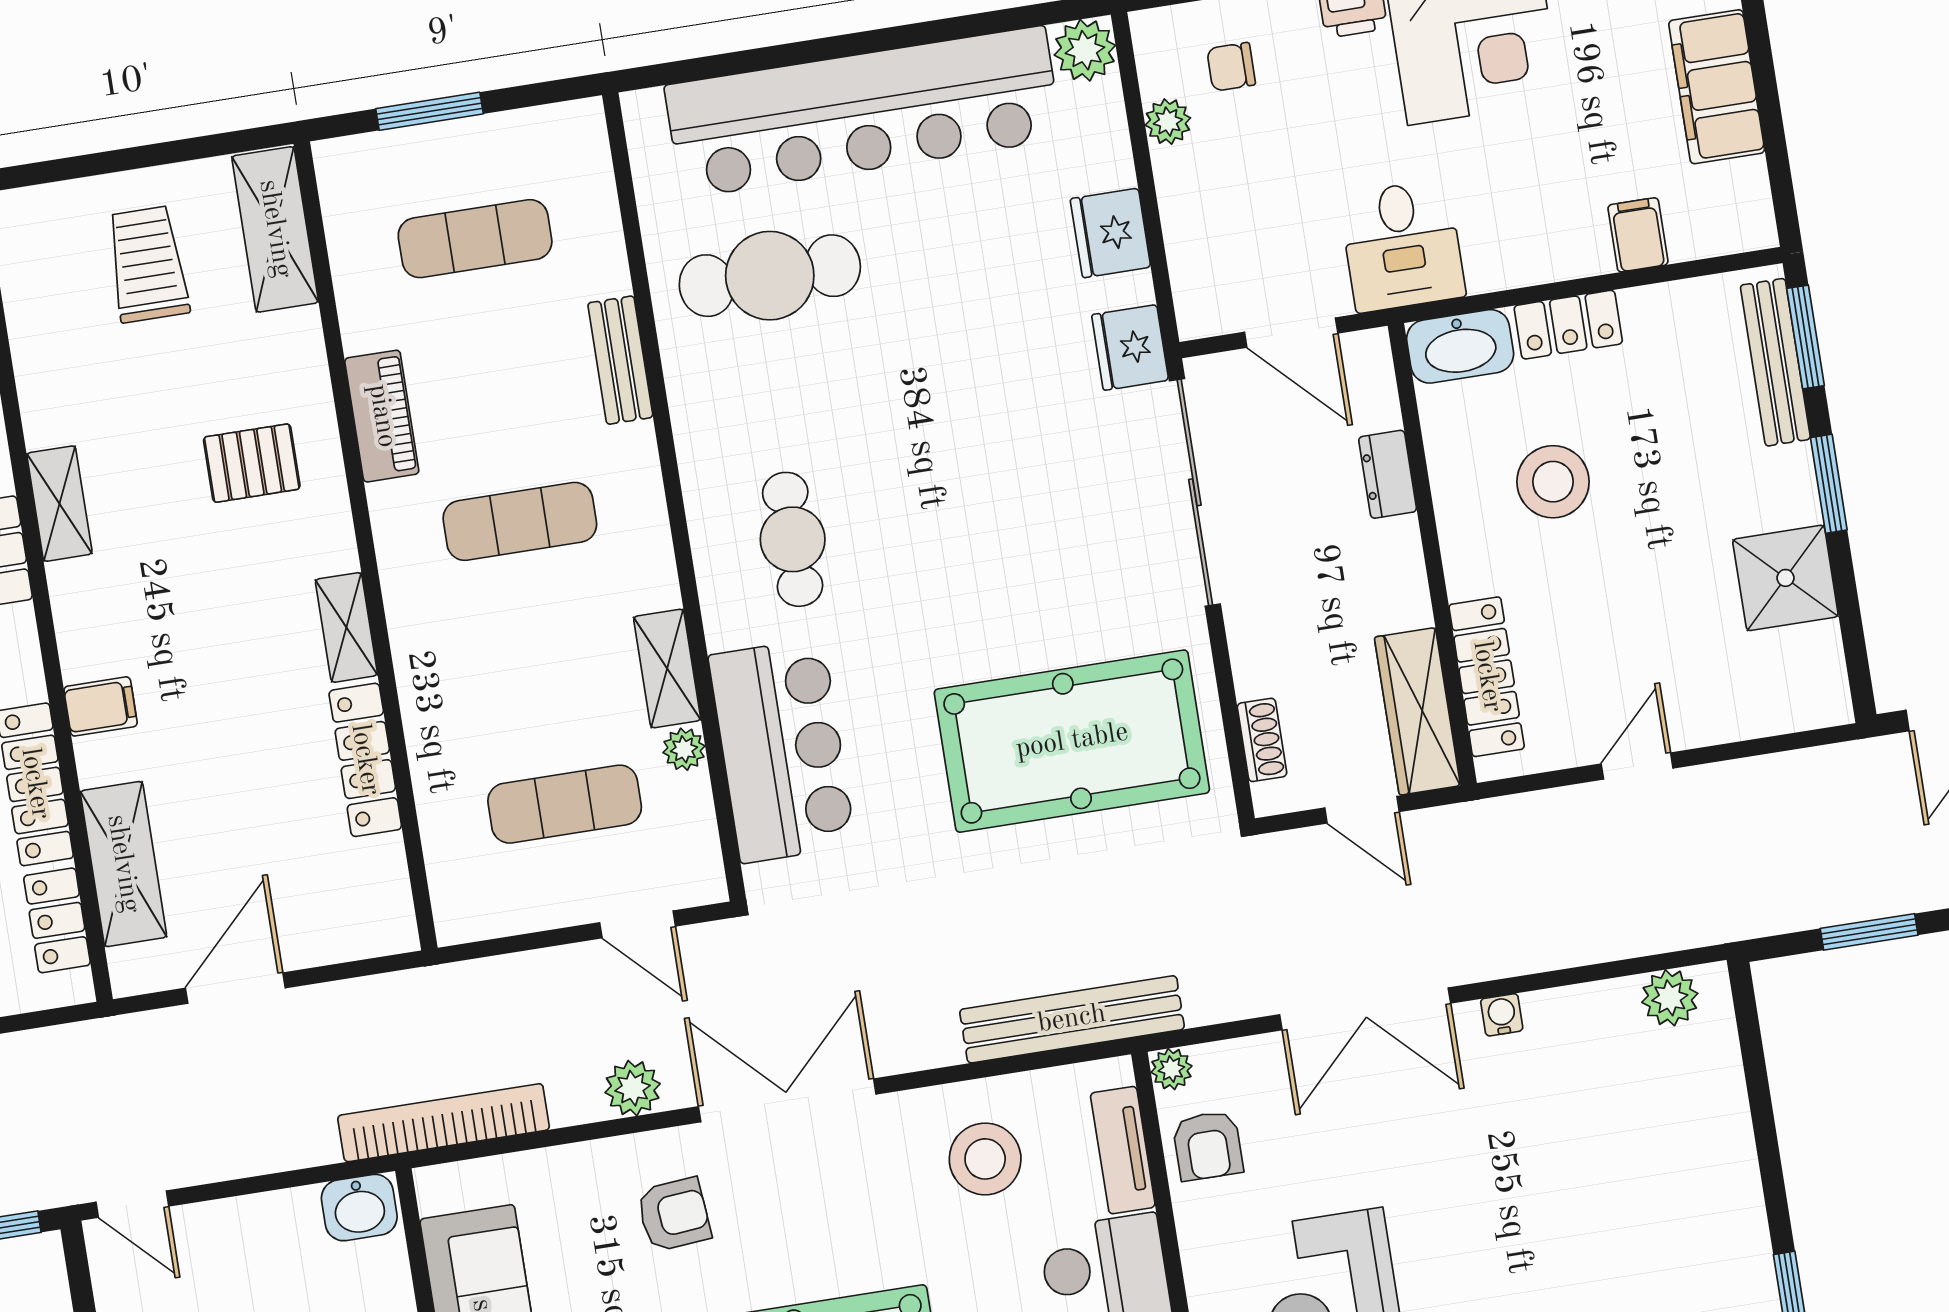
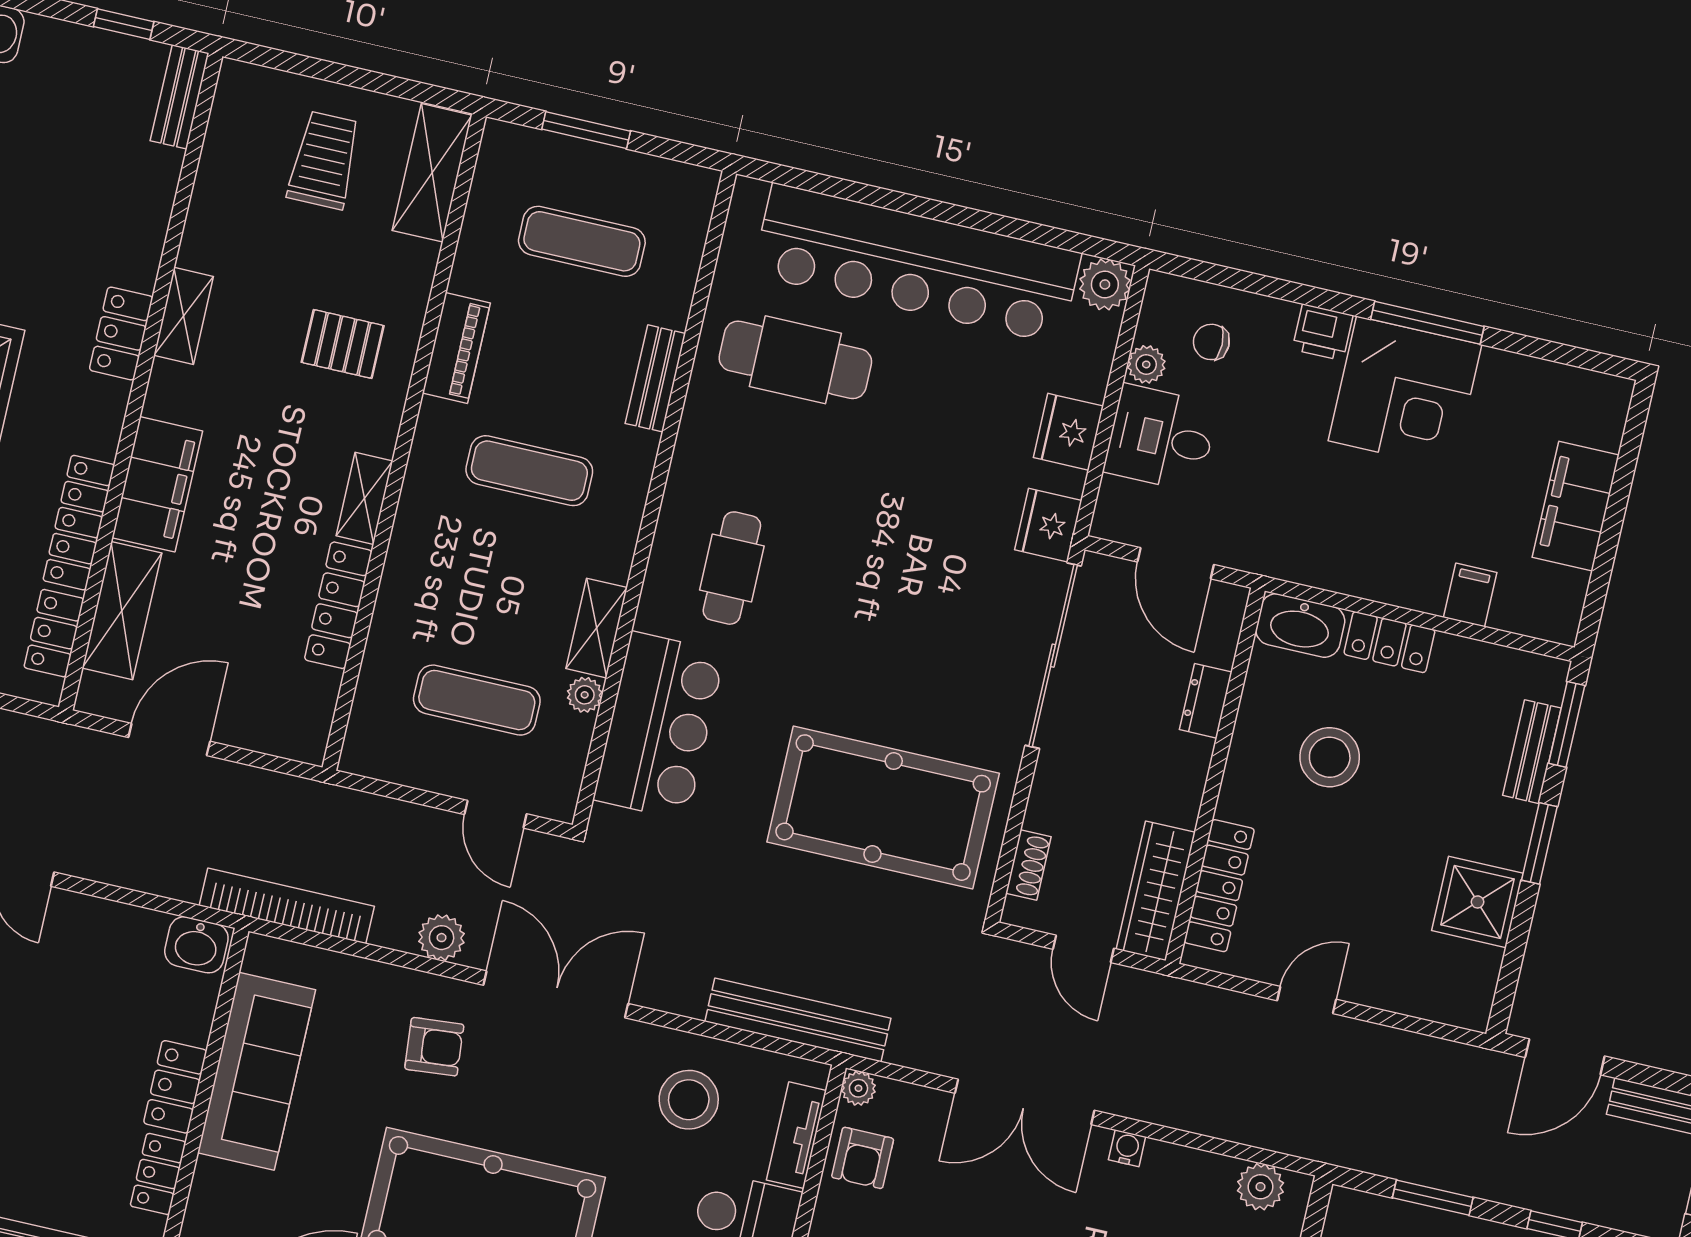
desk: (1402, 246) -> (1161, 438), moved, turned 90
bench: (1775, 362) -> (1532, 752), width x0.73
filing cabinet: (101, 706) -> (157, 484), width x3.00, depth x1.17

